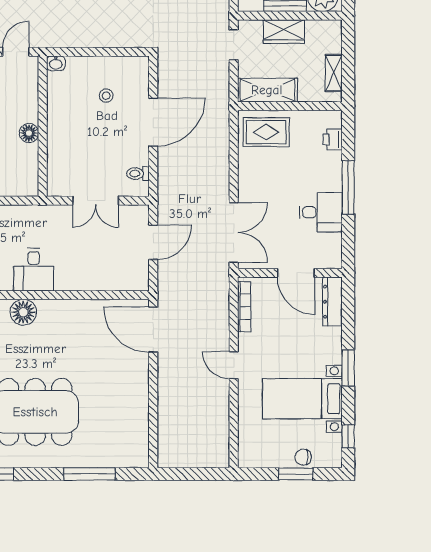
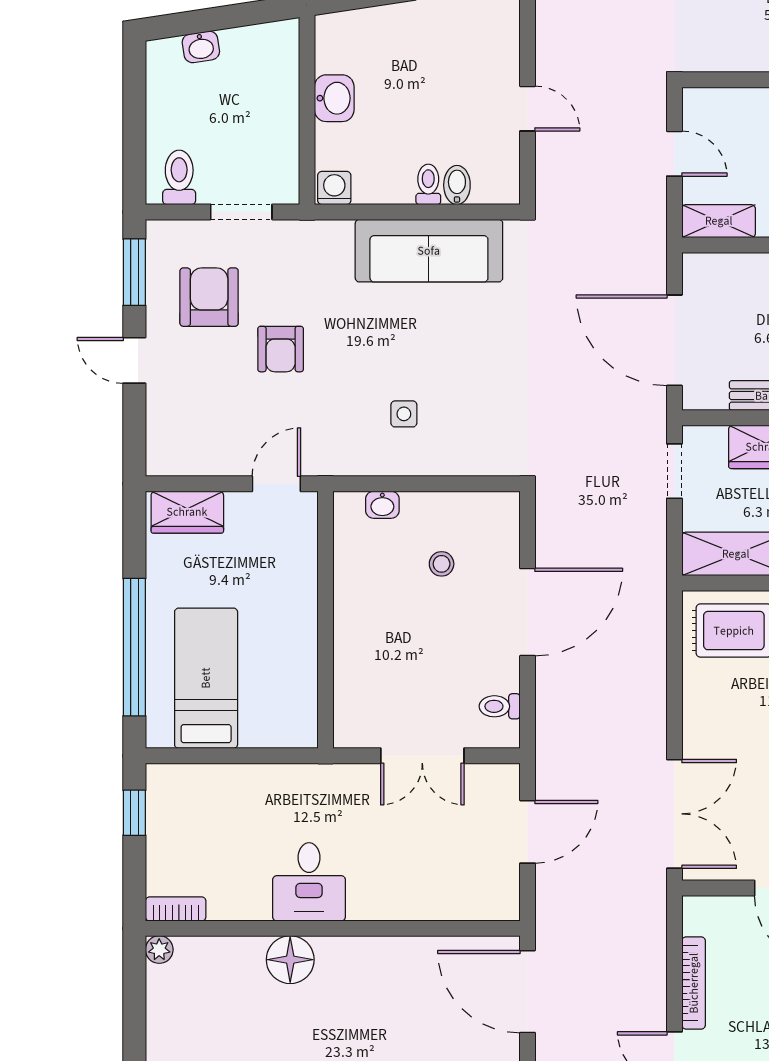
side table: (86, 14) -> (404, 414), added
washbasin: (56, 63) -> (382, 505), moved
floor lamp: (29, 133) -> (300, 632), removed
bookcase: (244, 307) -> (694, 983), moved

